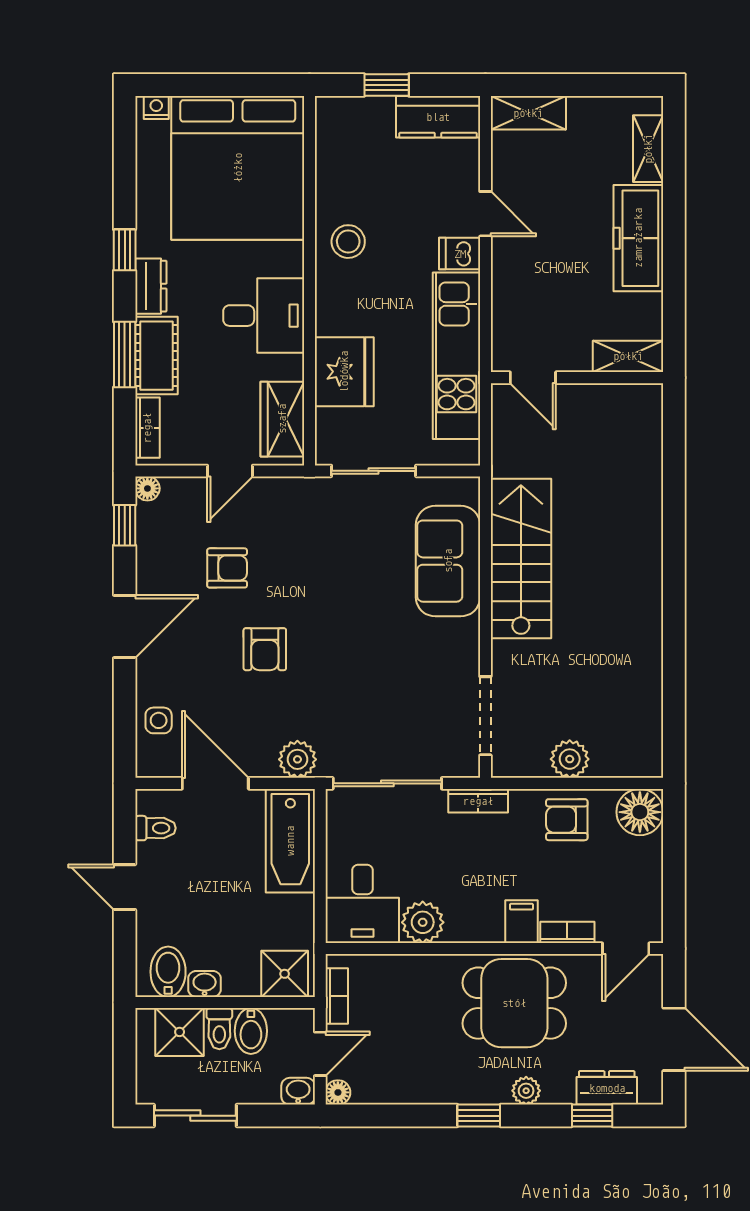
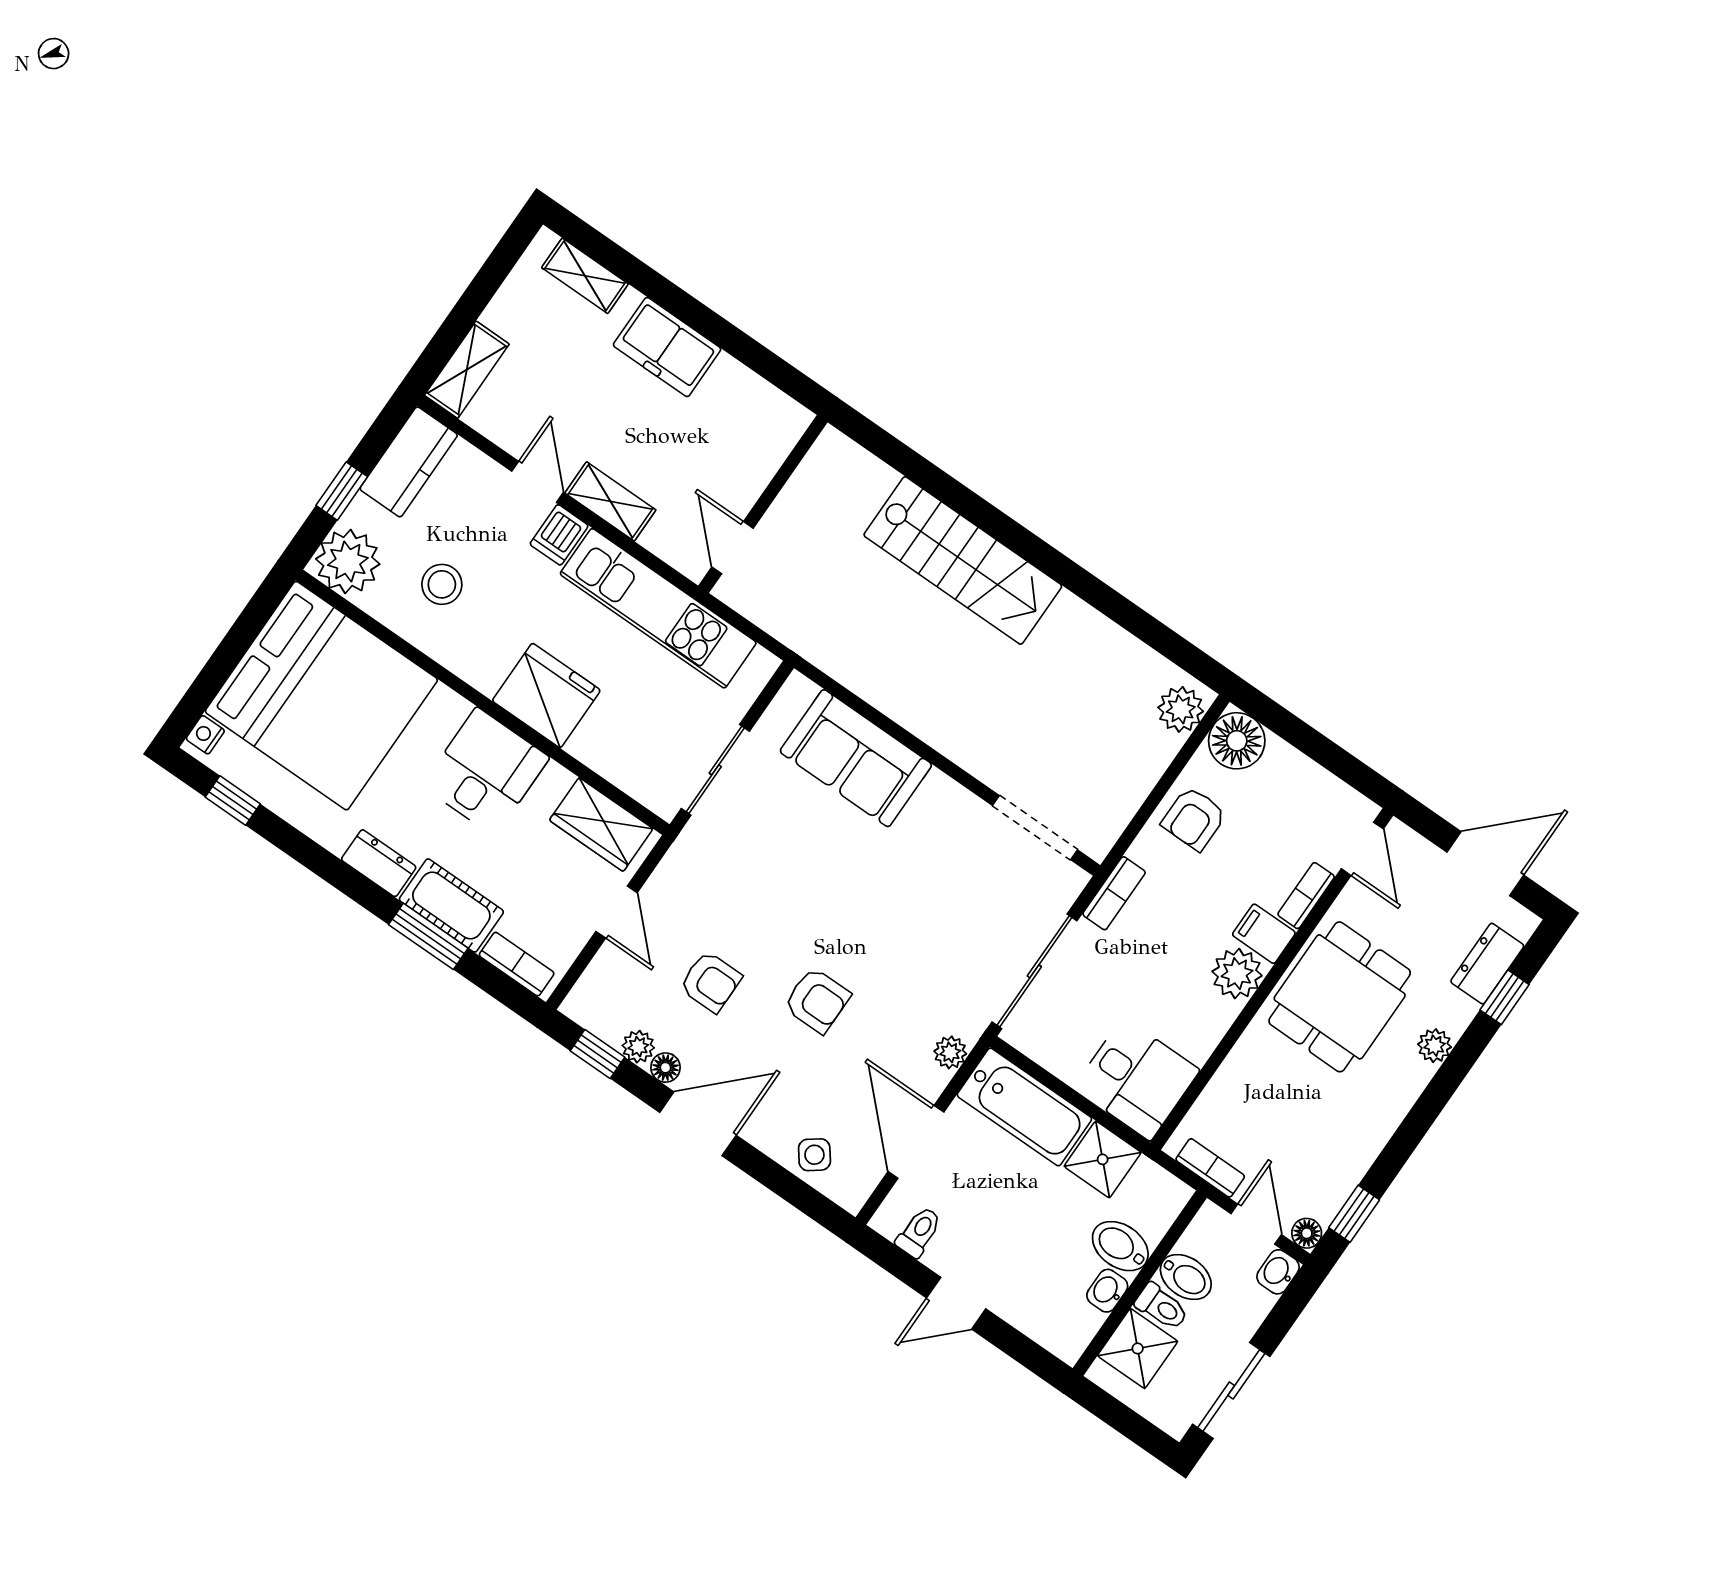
plant: (342, 122) -> (348, 562), added
door: (485, 214) -> (537, 482), hinge flipped
freezer: (638, 238) -> (667, 347), width x0.71
stool: (348, 242) -> (442, 584), moved
window: (125, 250) -> (233, 800), moved
shelving: (628, 356) -> (610, 501), moved, turned 90
fridge: (344, 372) -> (546, 695), moved
door: (533, 378) -> (733, 548), swing flipped
floor lamp: (147, 488) -> (665, 1068), moved
plant: (149, 549) -> (638, 1047), added
stairs: (521, 558) -> (963, 561), moved, turned 180
armchair: (227, 568) -> (711, 982), turned 90
door: (125, 627) -> (698, 1124), hinge flipped
side table: (159, 720) -> (814, 1155), turned -37
plant: (297, 759) -> (950, 1052), width x0.73, depth x0.73
plant: (570, 759) -> (1181, 709), moved
door: (215, 783) -> (916, 1142), hinge flipped
plant: (423, 922) -> (1237, 974), moved
bidet: (168, 972) -> (1120, 1246), moved
shower: (285, 974) -> (1103, 1159), moved
window: (479, 1116) -> (1354, 1214), moved

